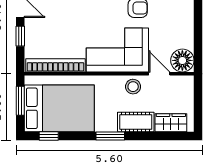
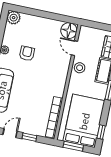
corner sofa: (117, 50) -> (53, 73), removed
door: (159, 74) -> (75, 48), hinge flipped

